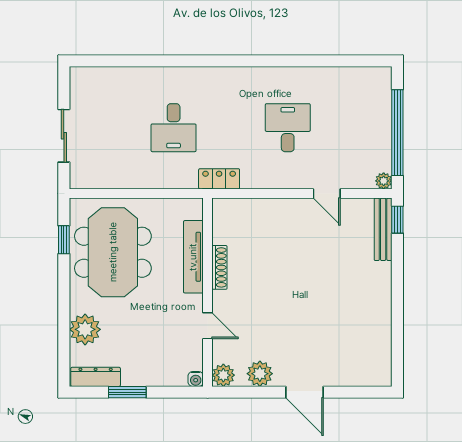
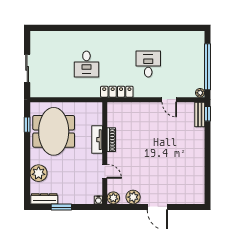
locker: (219, 179) -> (117, 92), width x1.53
bench: (383, 229) -> (200, 114), width x0.73
tv unit: (193, 257) -> (97, 140), width x0.71

